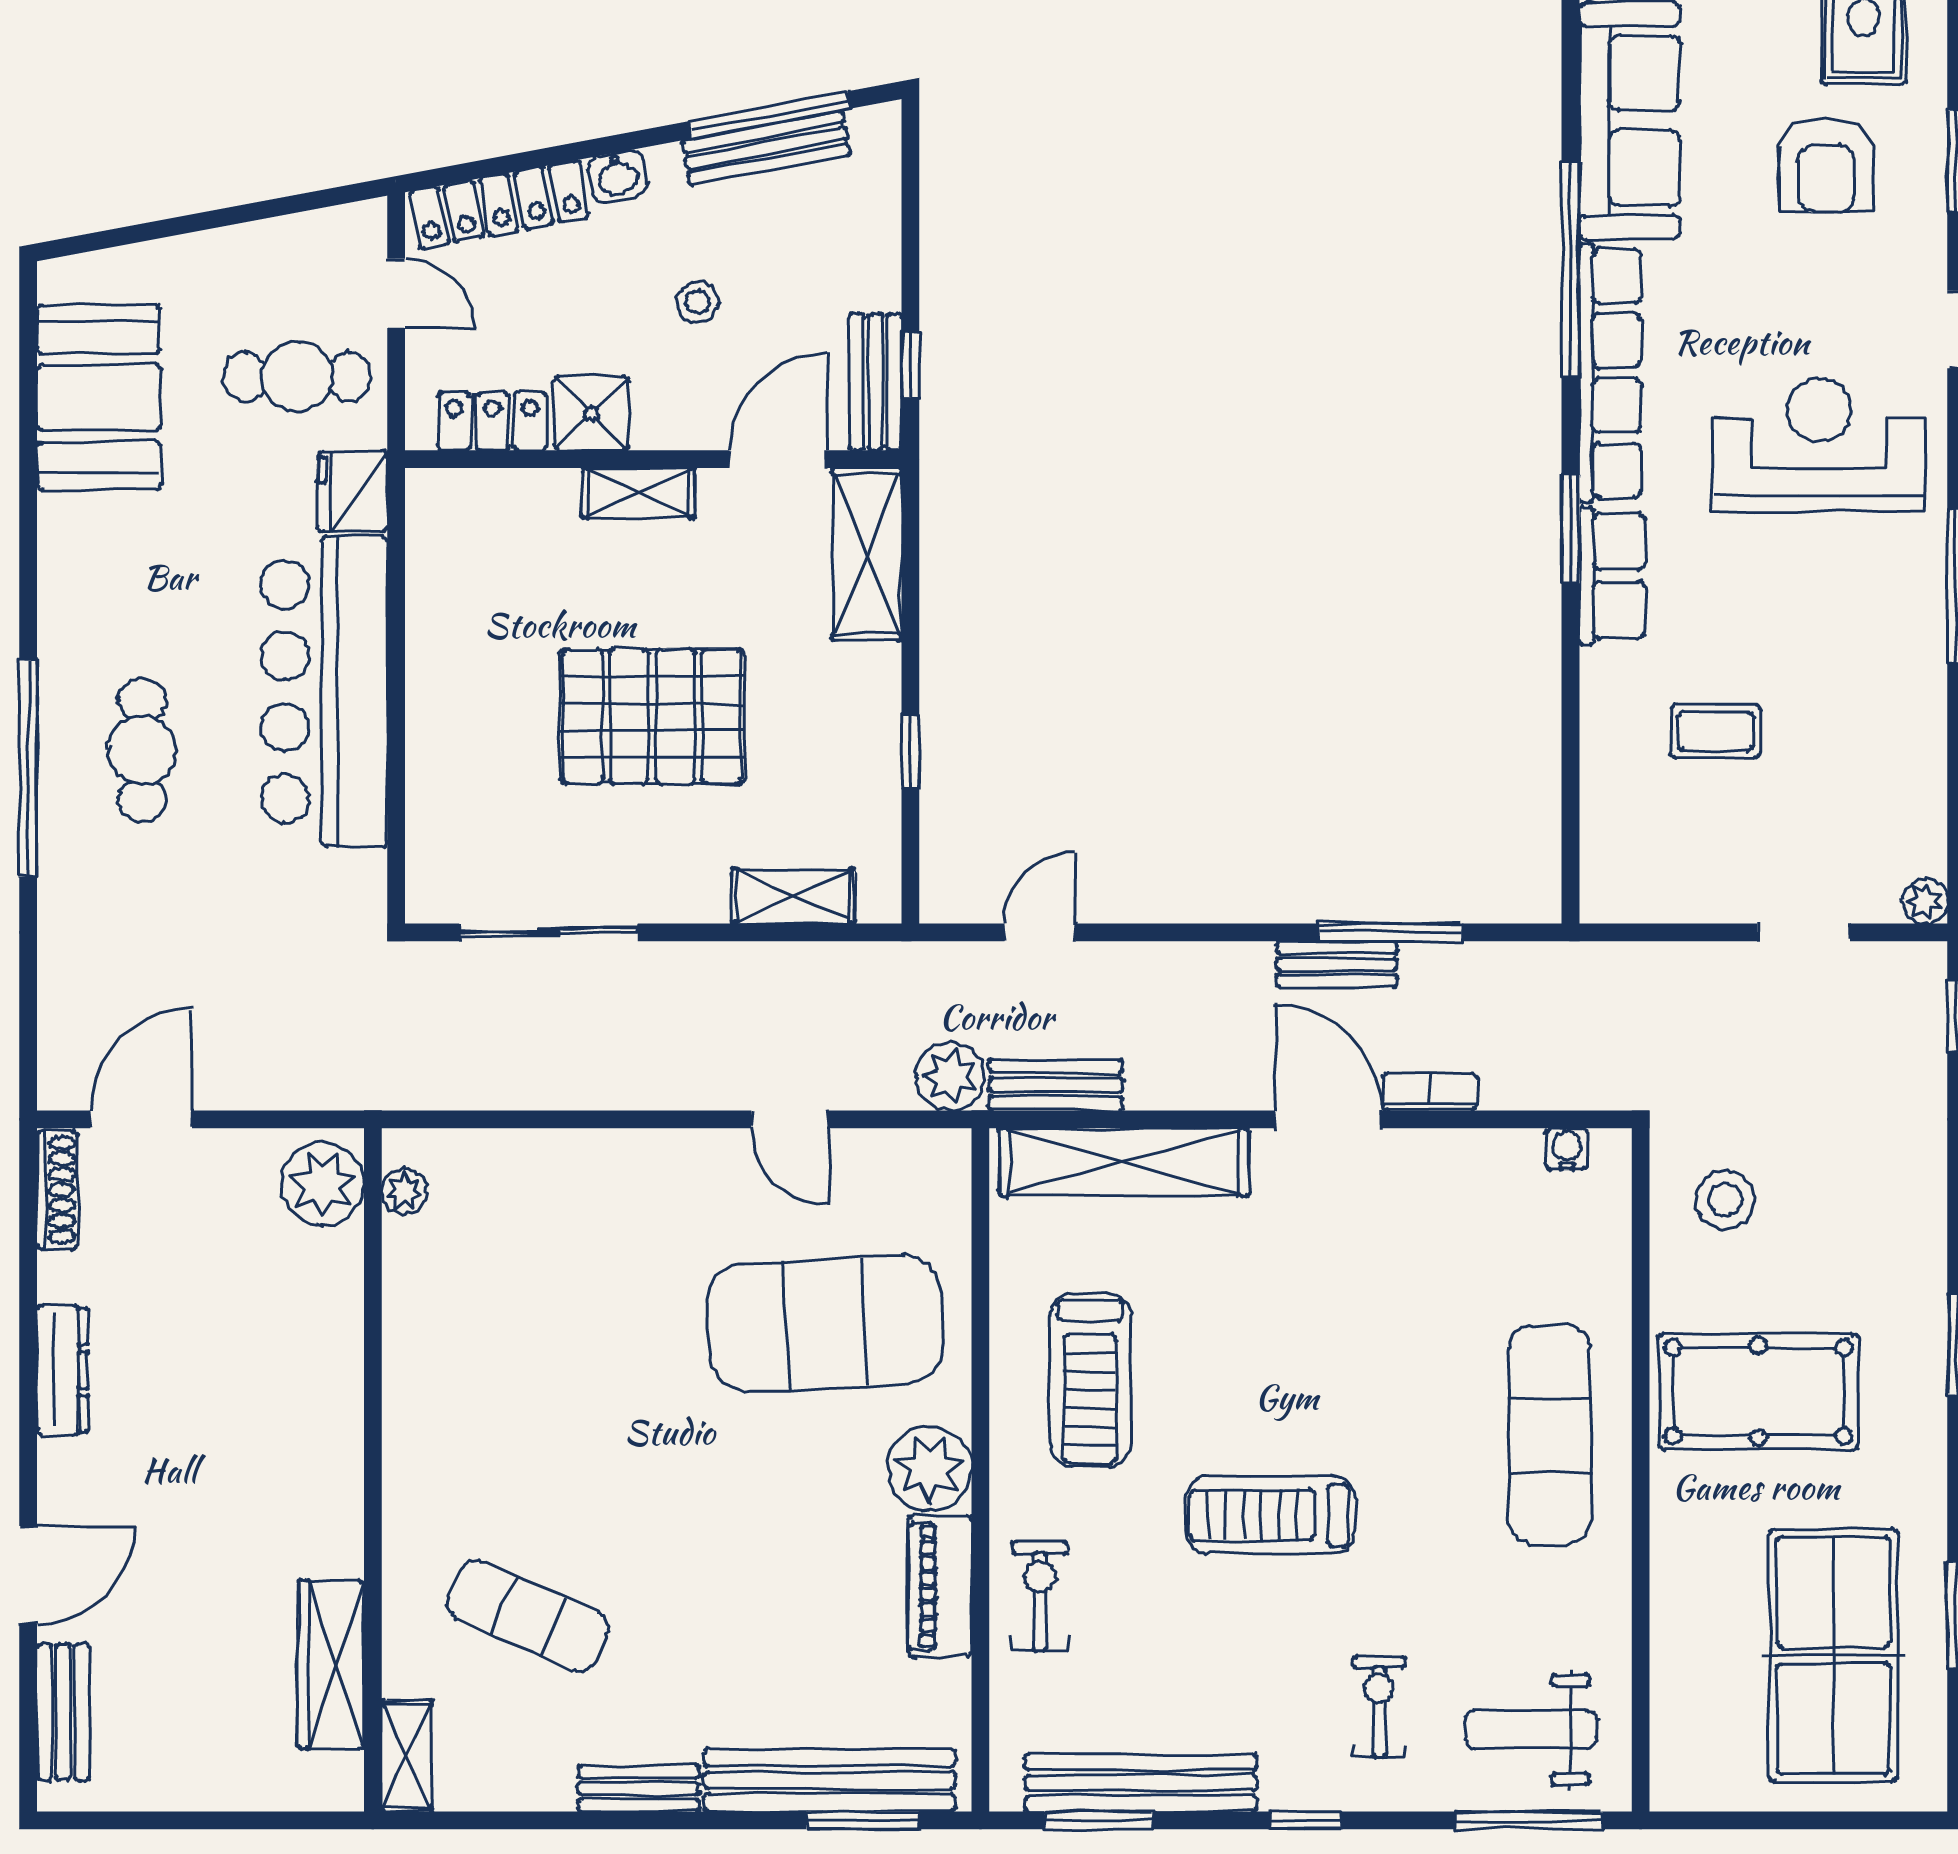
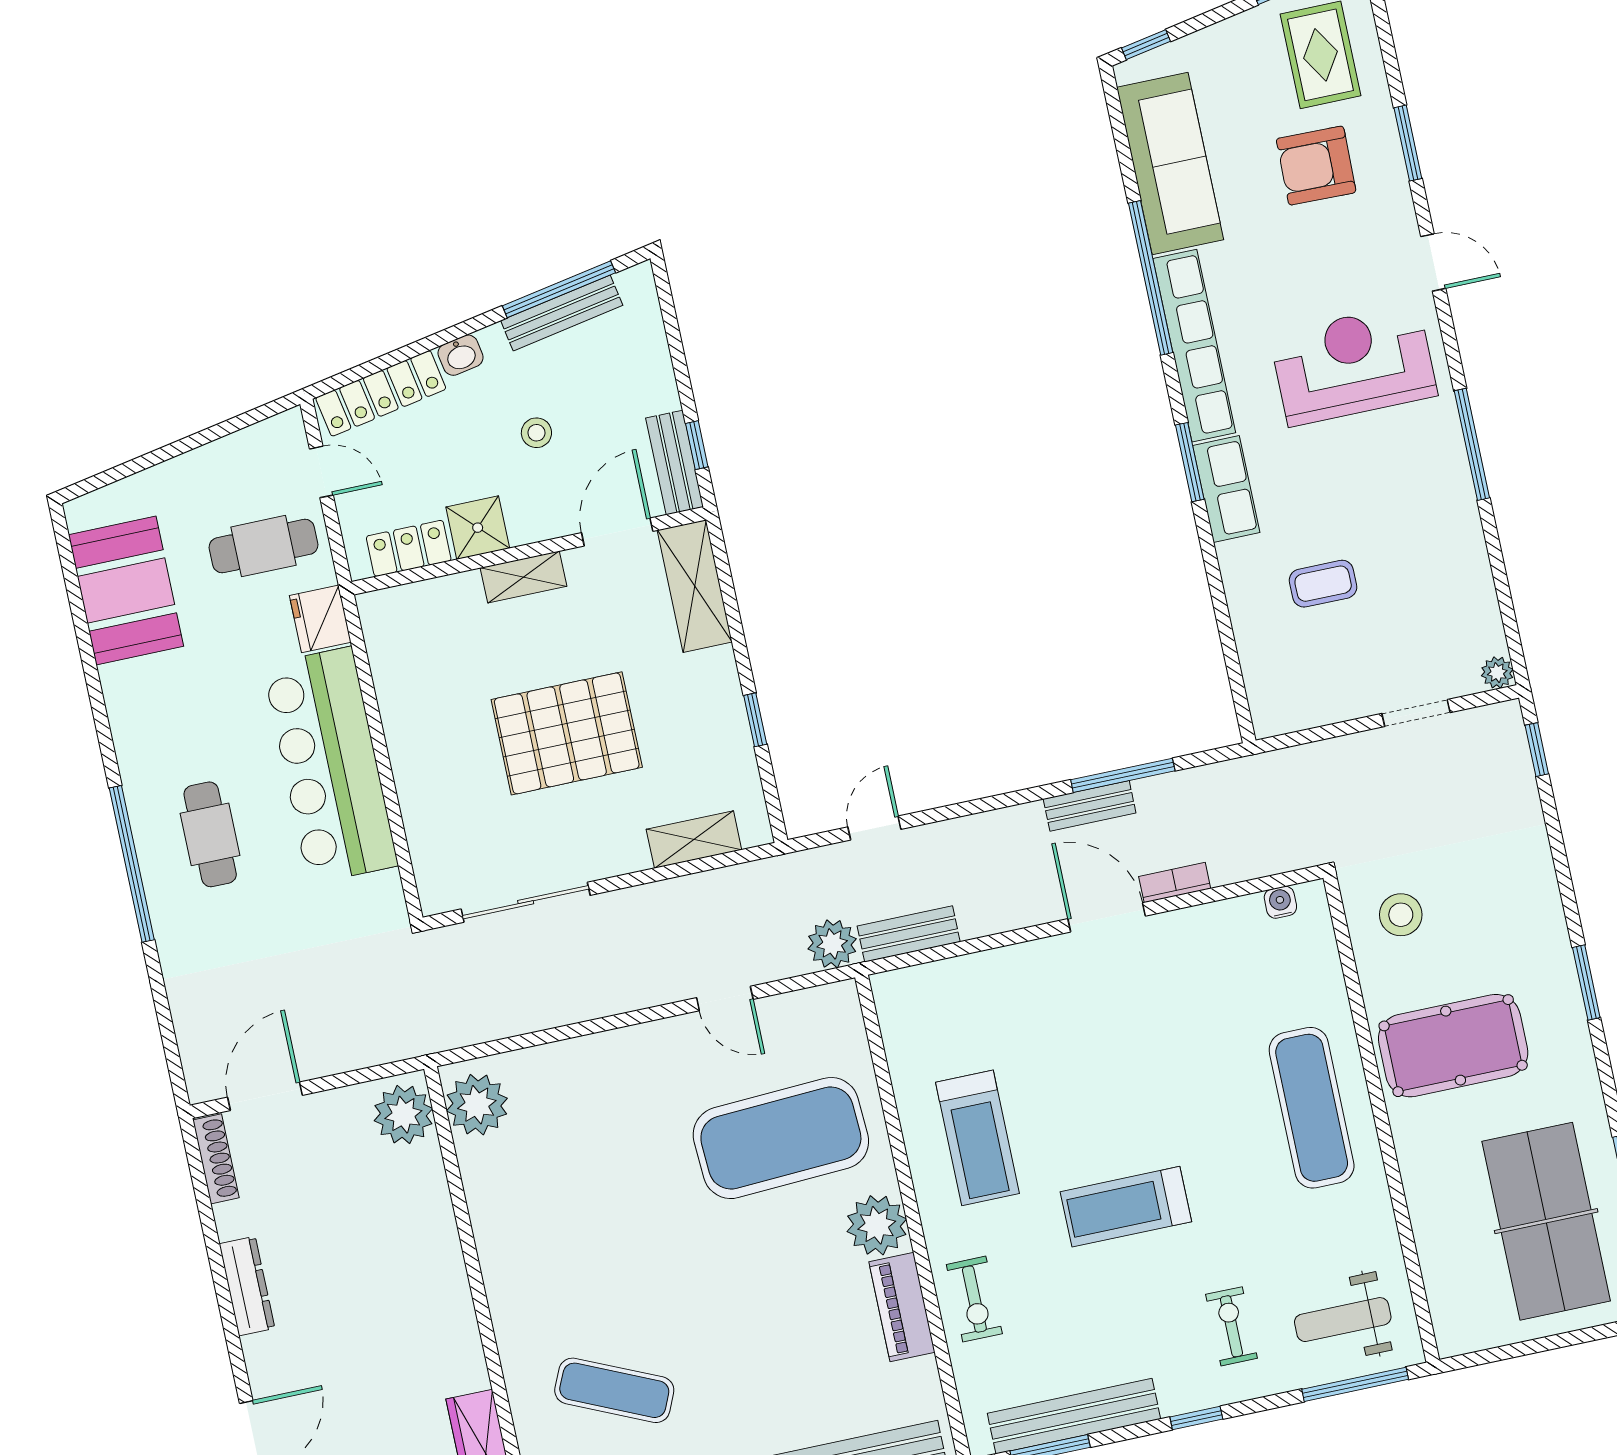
armchair: (1826, 165) -> (1316, 166), turned 91
shelving: (1124, 1162) -> (968, 978), removed
plant: (405, 1191) -> (477, 1105), width x1.87, depth x1.87
exercise bike: (1040, 1596) -> (974, 1299), turned 180

